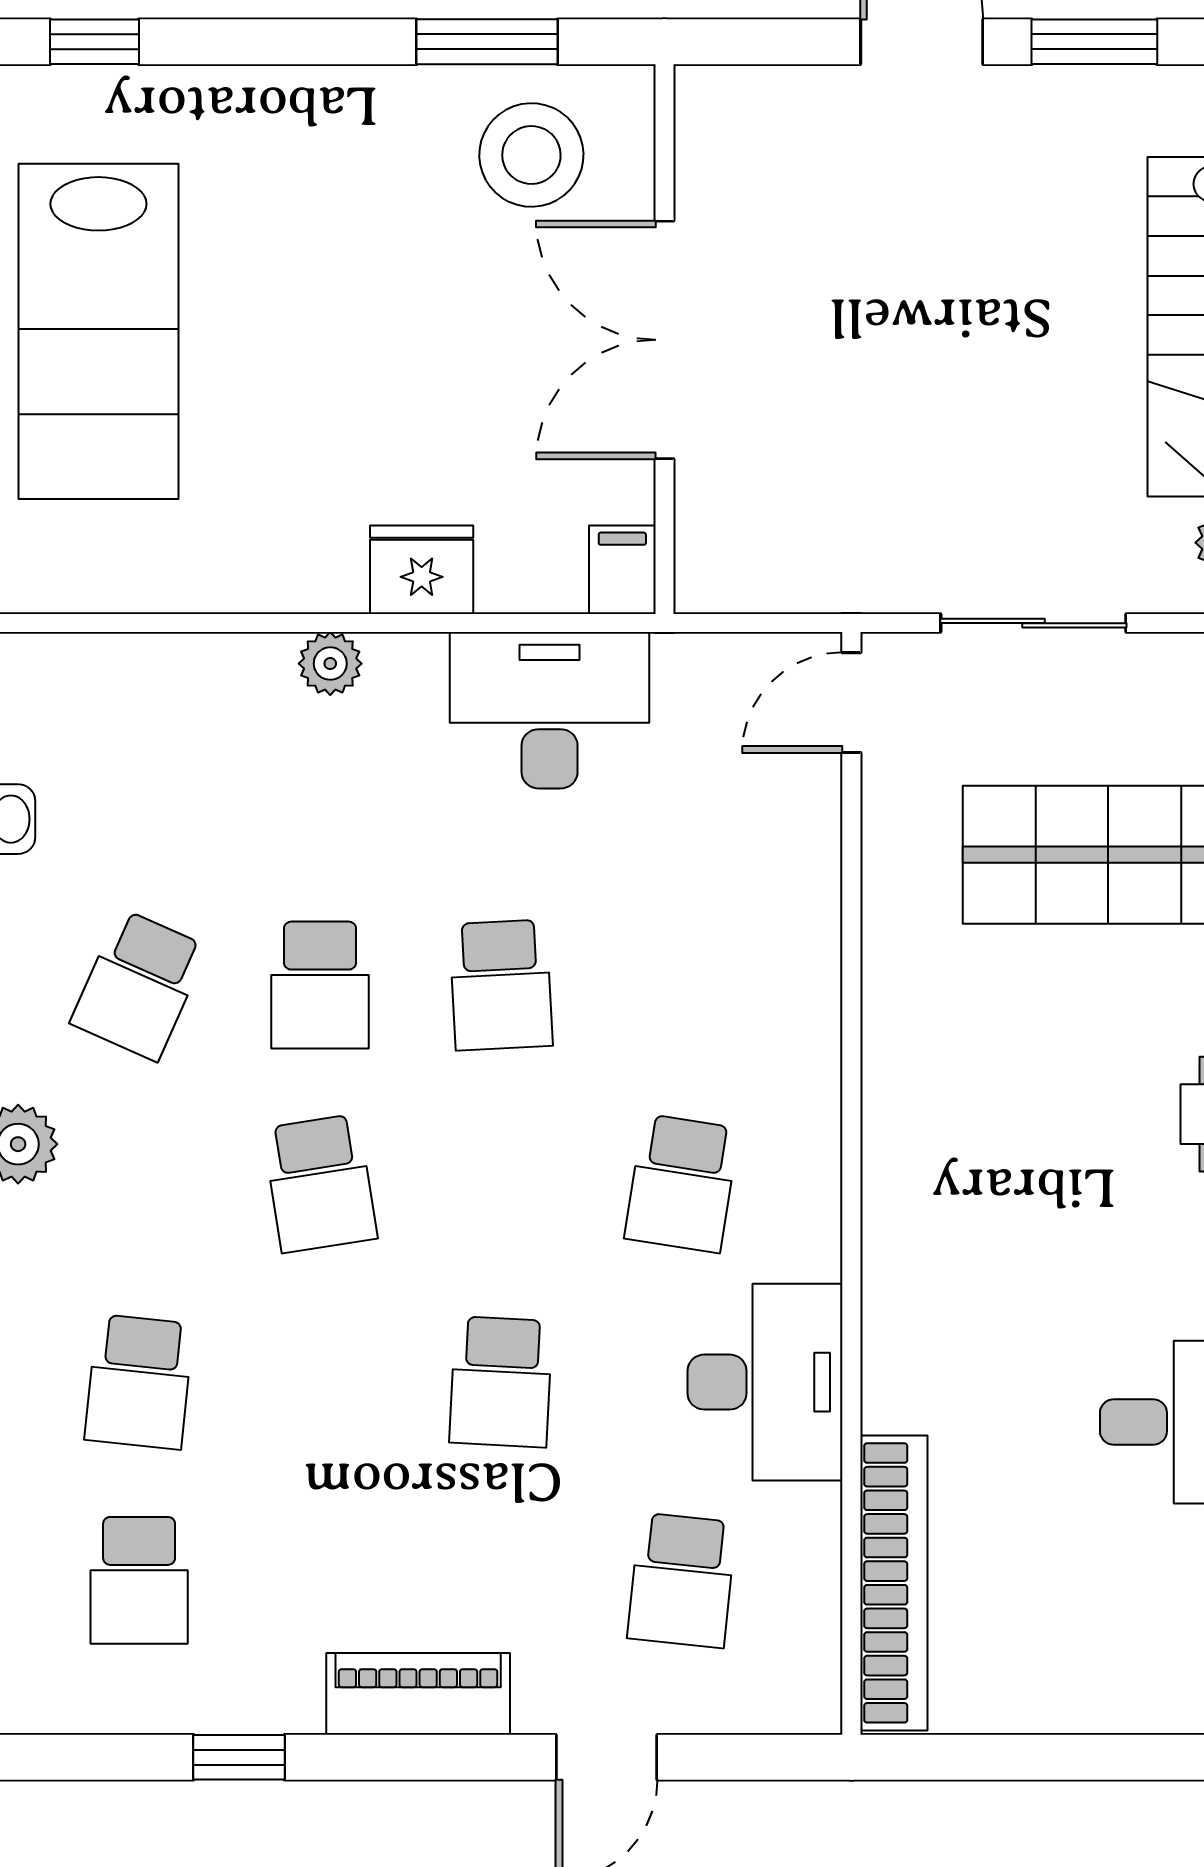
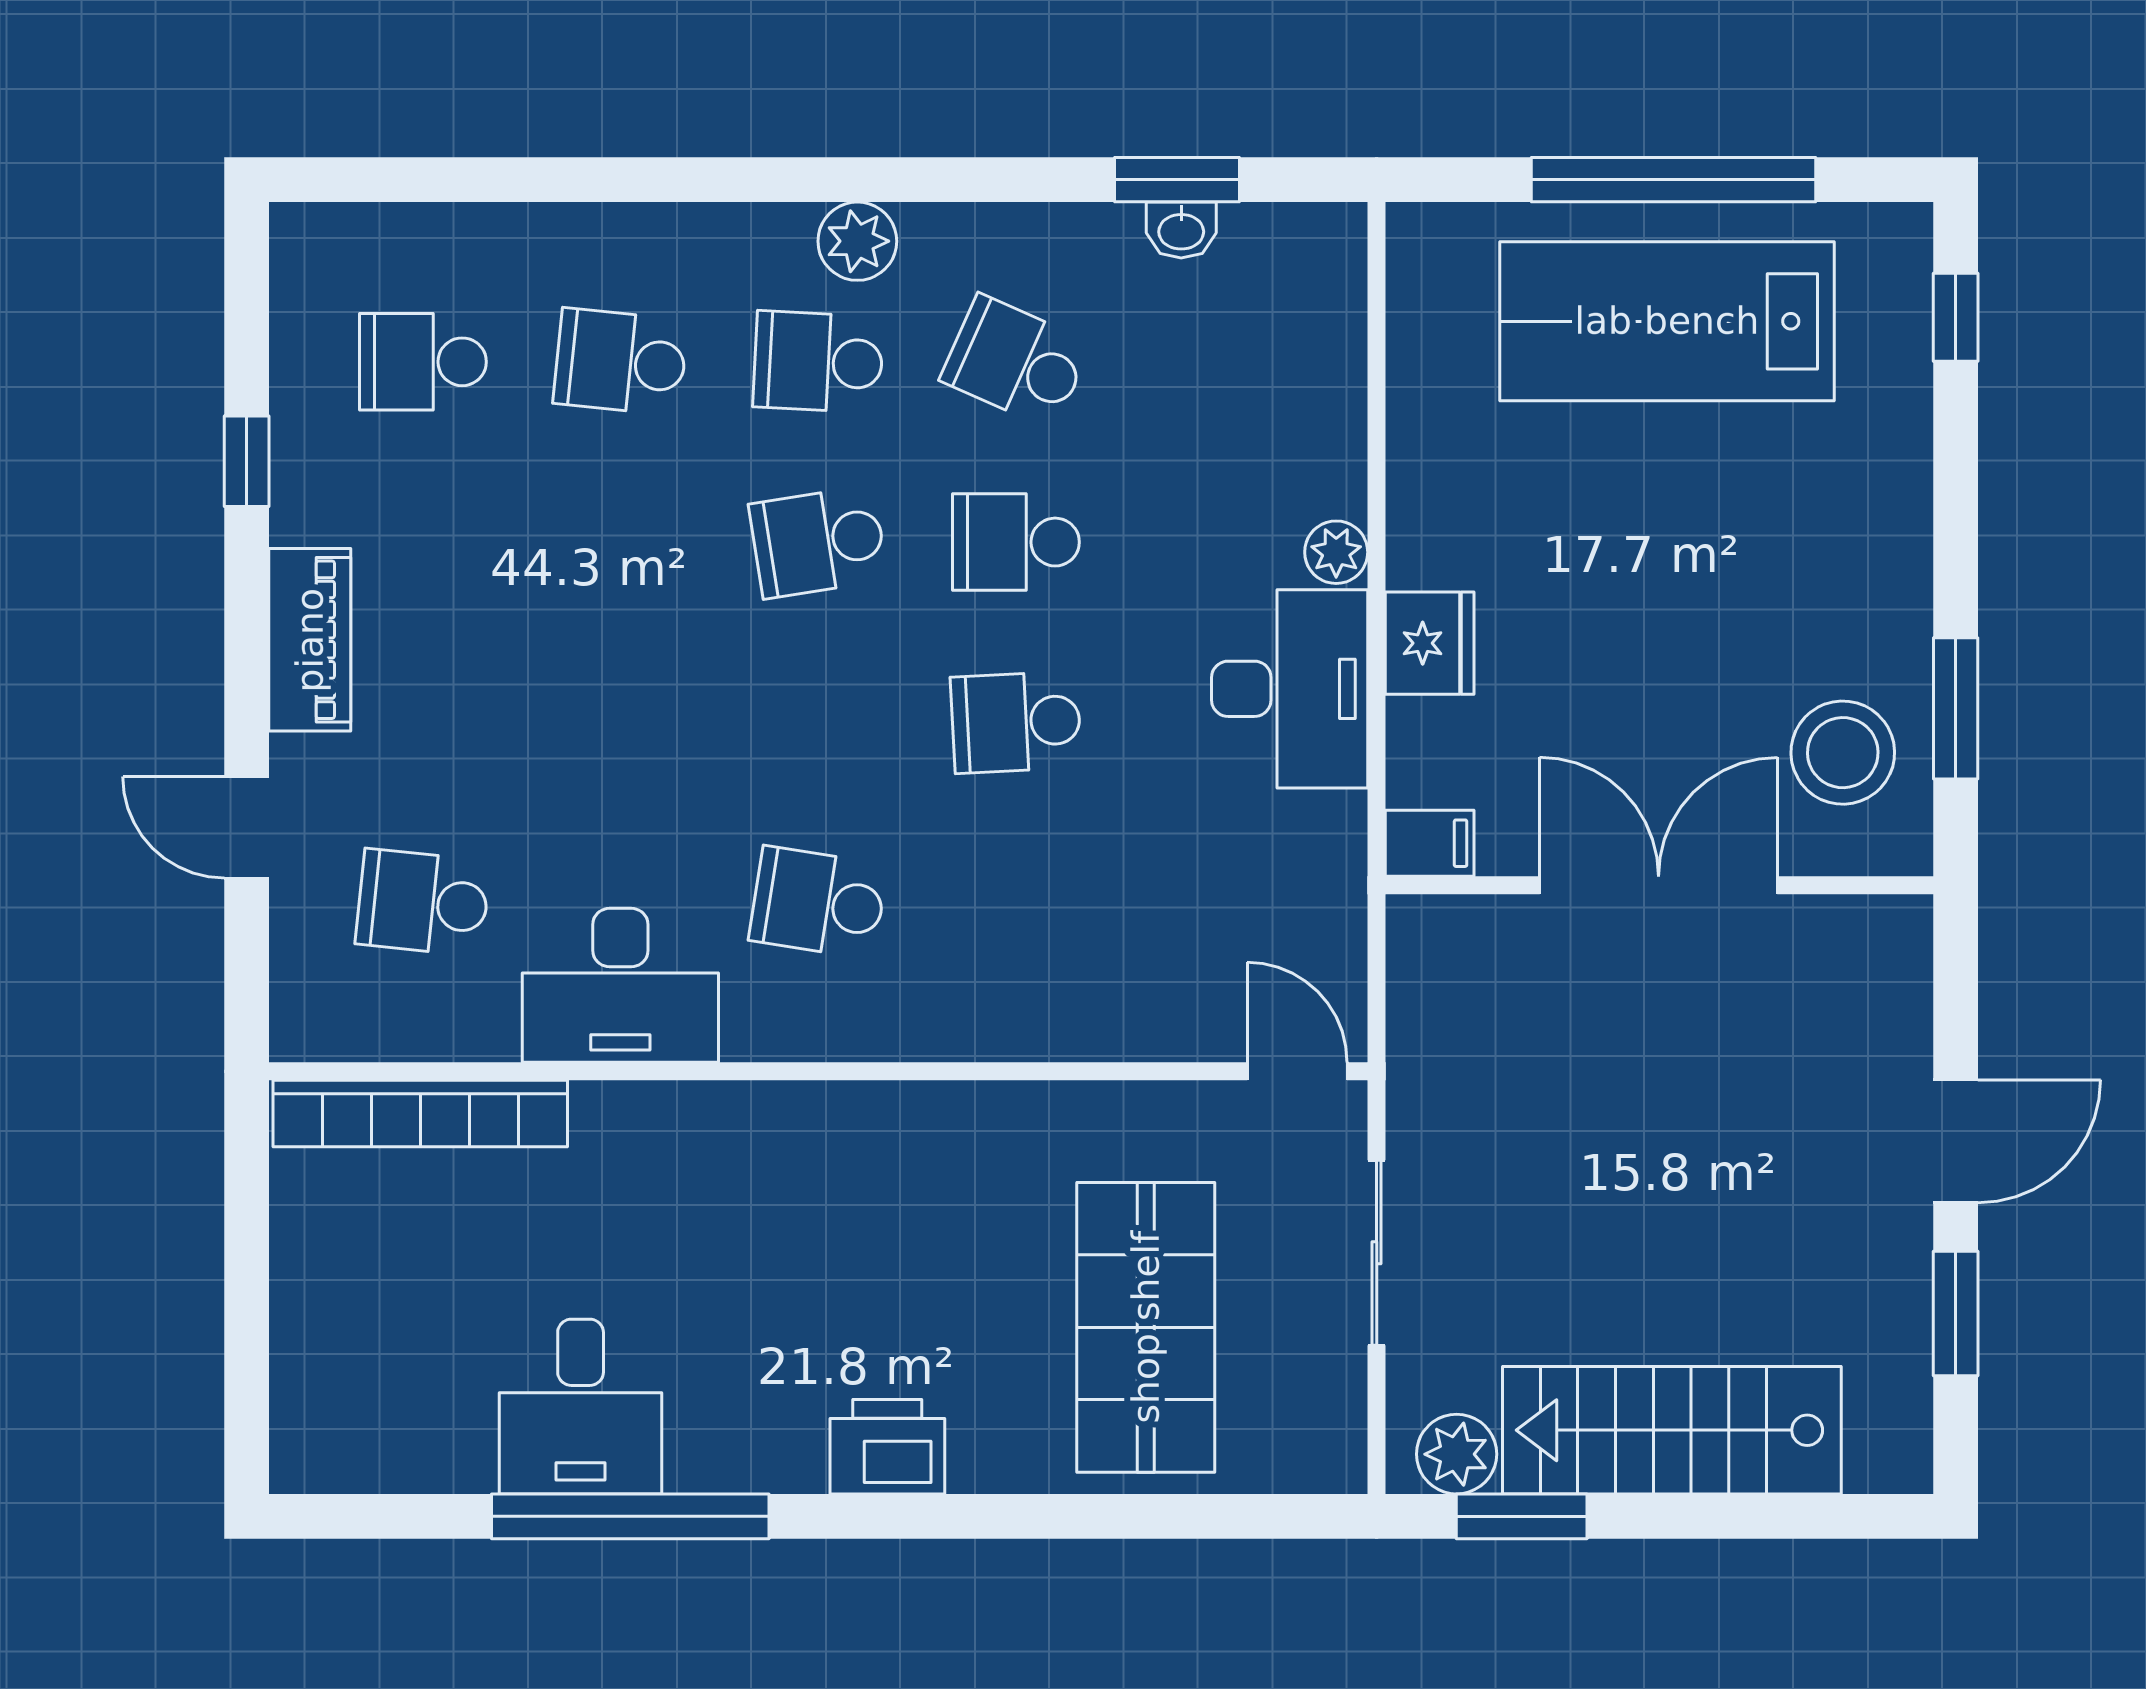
desk: (550, 710) -> (1290, 689), moved
school desk: (501, 1382) -> (818, 362), moved

